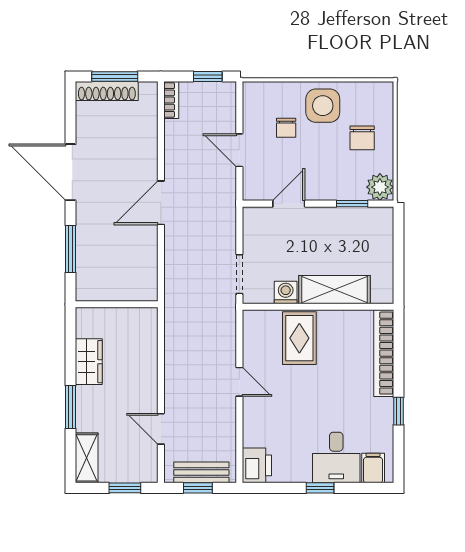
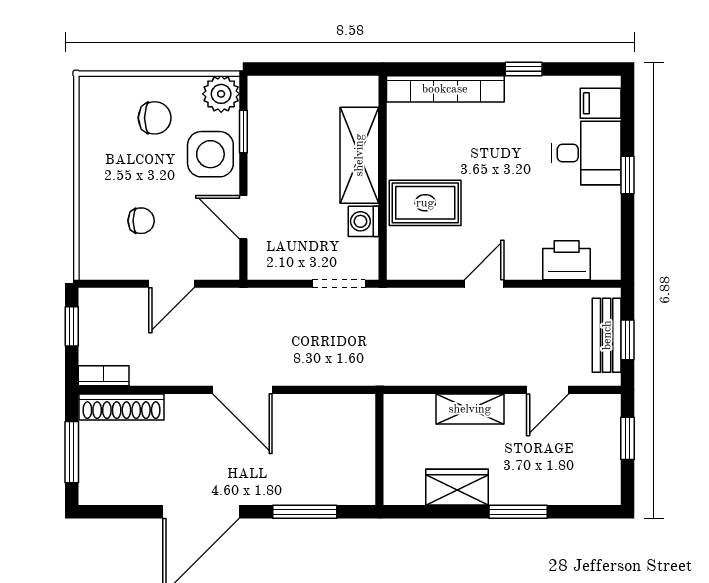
shoe rack: (107, 91) -> (122, 407), moved, turned 90
side table: (323, 106) -> (210, 154), moved
shelving: (87, 458) -> (470, 409), moved
printer: (257, 465) -> (567, 260), moved

